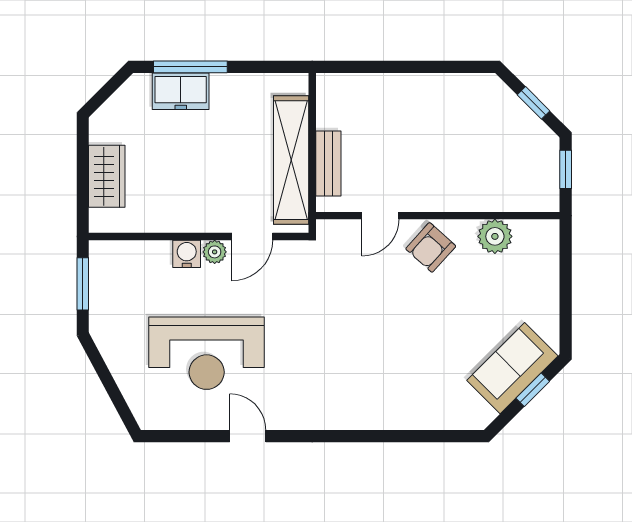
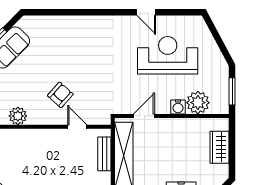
door: (380, 216) -> (77, 127), hinge flipped
armchair: (431, 247) -> (60, 95), moved
plant: (215, 252) -> (198, 103), moved, width x1.87, depth x1.87

